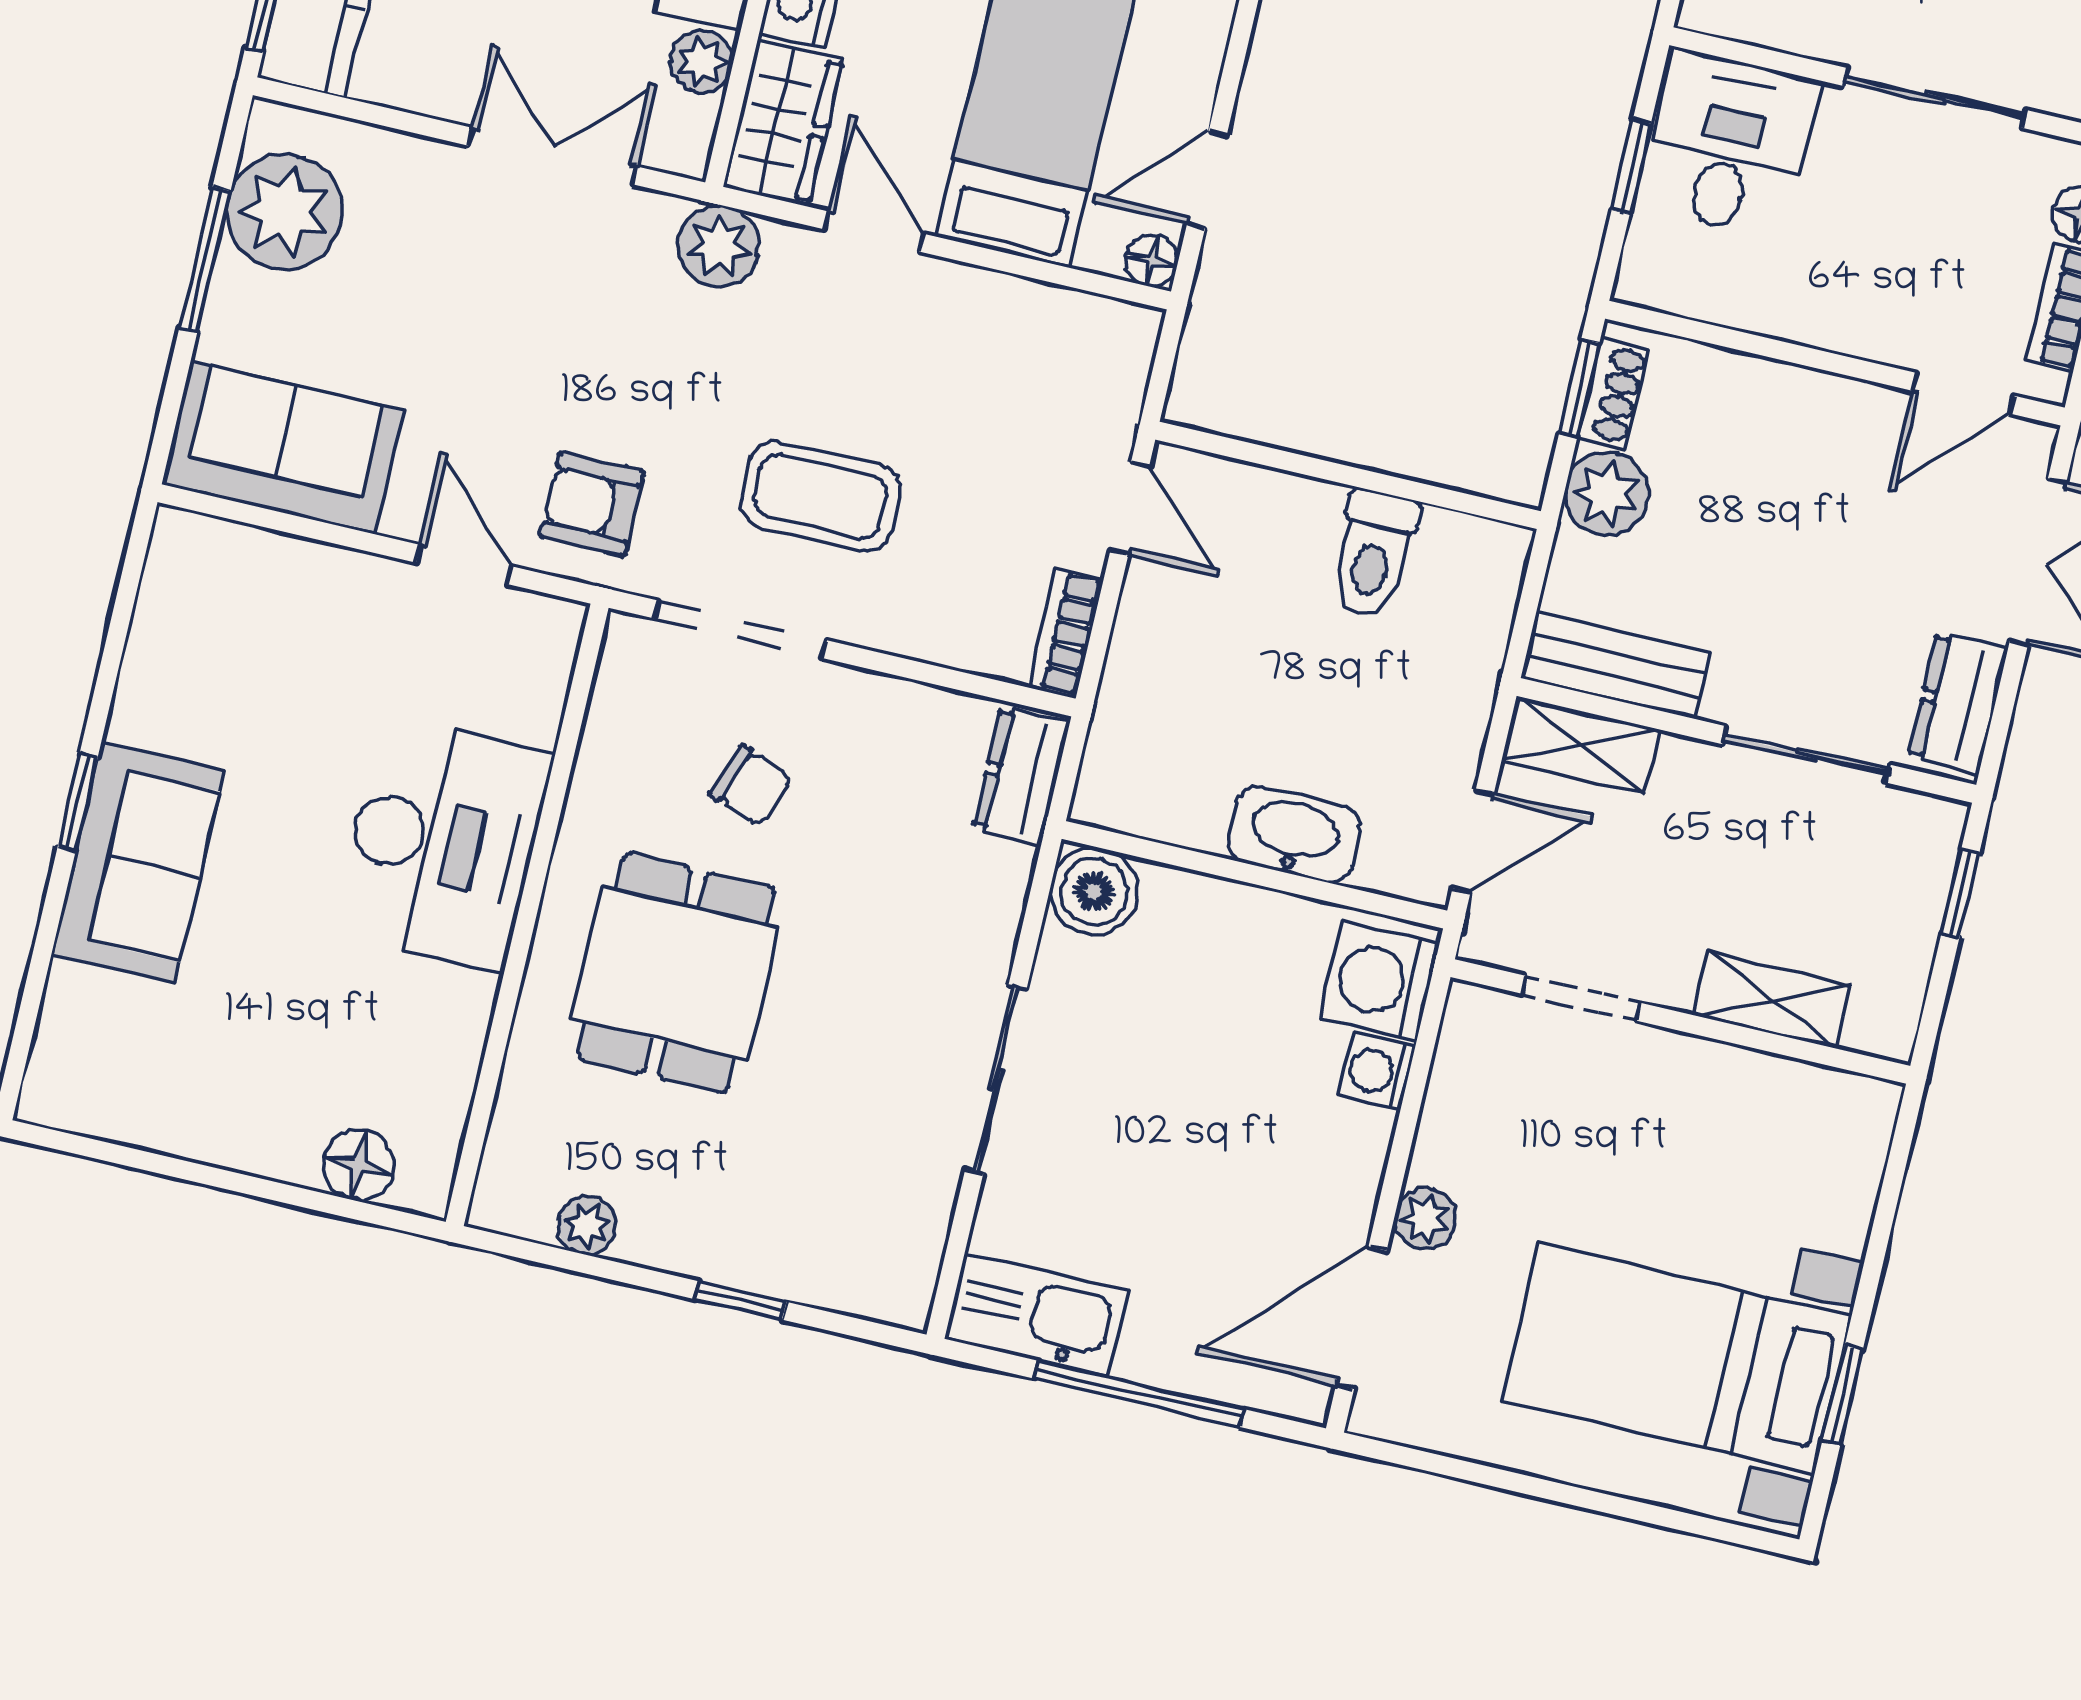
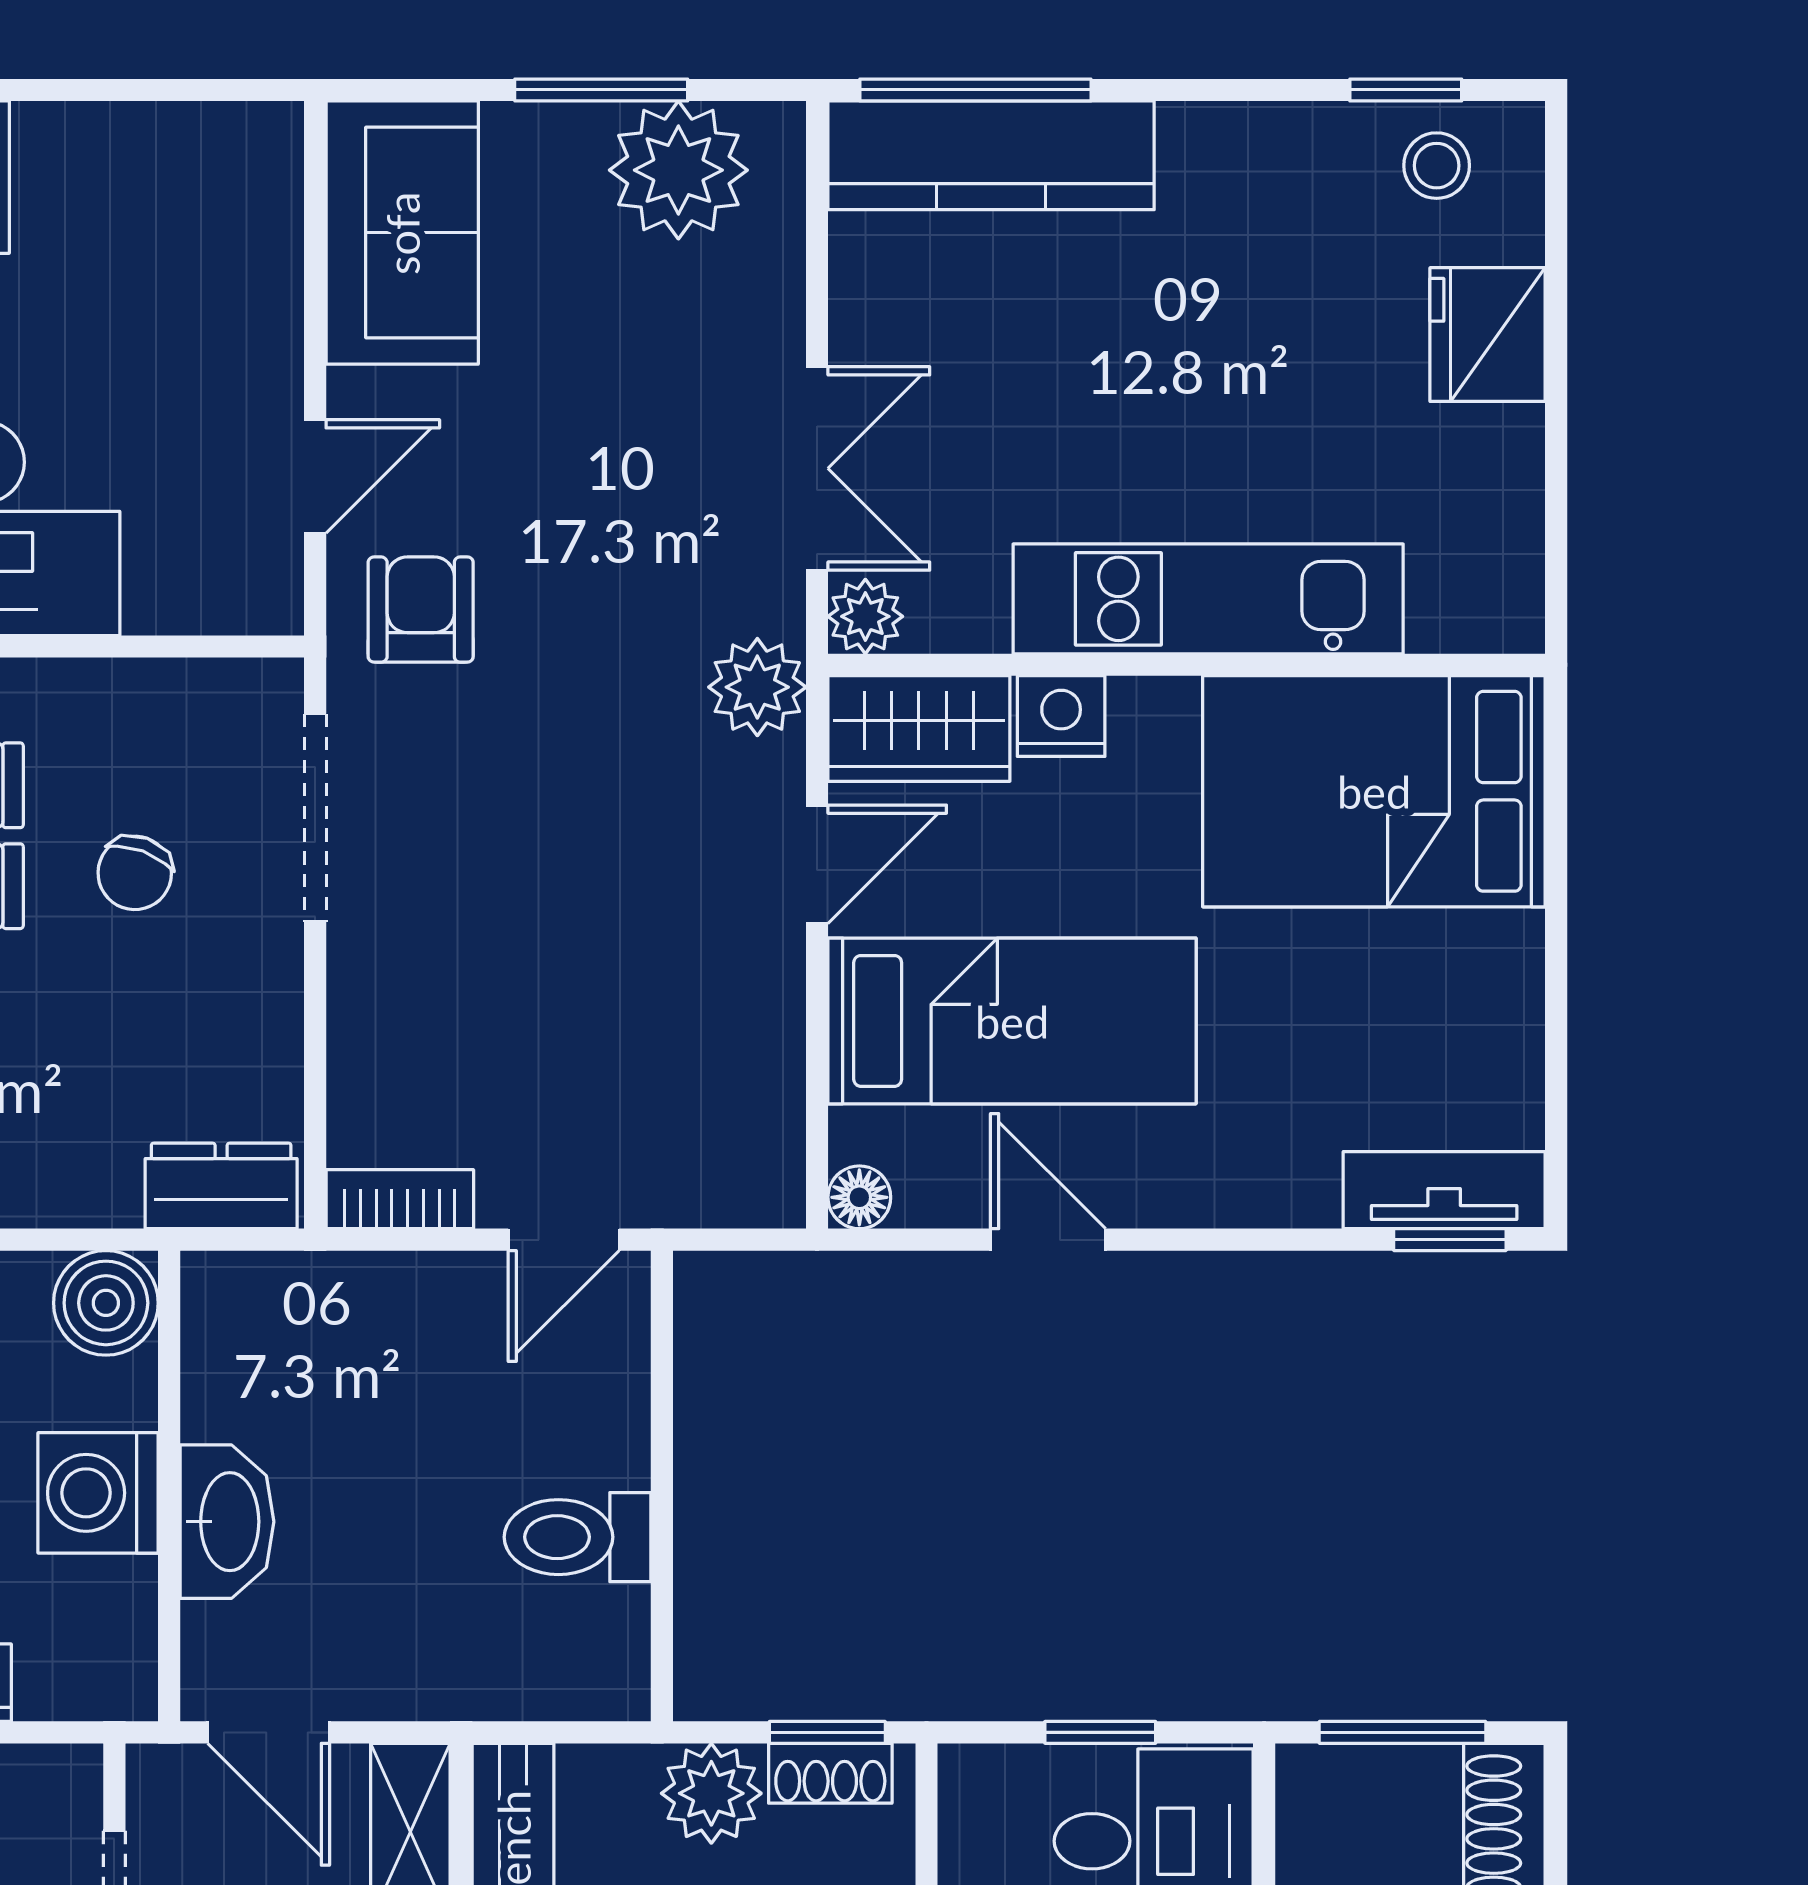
plant: (702, 62) -> (865, 616), moved
door: (1207, 180) -> (1048, 1240), moved
coffee table: (820, 496) -> (493, 875), removed
washing machine: (1379, 981) -> (98, 1493), moved, turned -90

